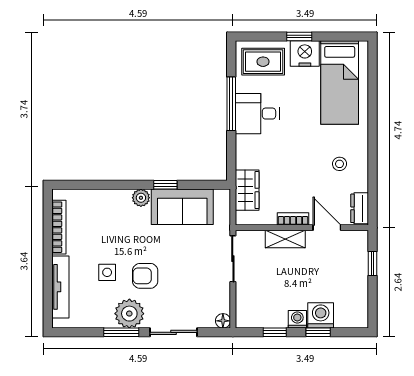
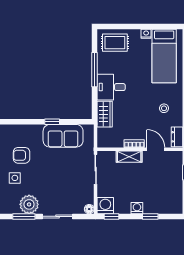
window: (299, 36) -> (138, 26), removed
nightstand: (305, 53) -> (146, 34), width x0.53, depth x0.56
desk: (257, 114) -> (111, 87), moved
wardrobe: (247, 190) -> (105, 114), moved
plant: (141, 198) -> (37, 130), removed
armchair: (145, 276) -> (22, 155), moved
washing machine: (321, 315) -> (105, 206), moved
window: (275, 332) -> (111, 216), moved

